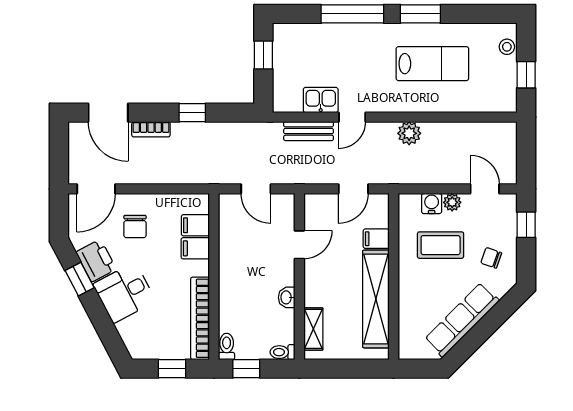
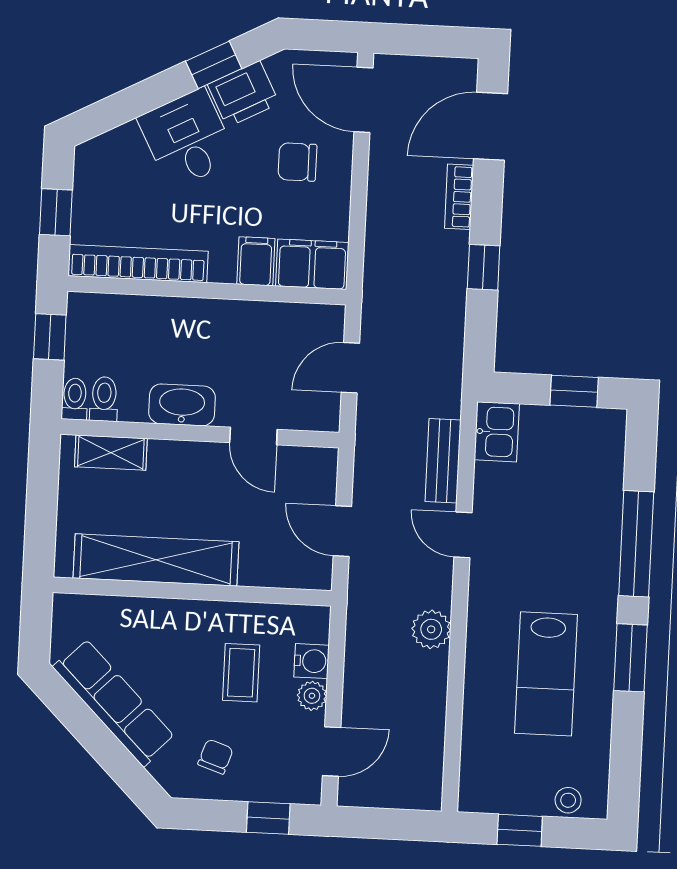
kitchen sink: (321, 100) -> (497, 432), moved
filing cabinet: (195, 225) -> (312, 264), width x2.00
filing cabinet: (376, 239) -> (257, 565), removed
coffee table: (441, 245) -> (241, 673), width x0.73, depth x0.77
washbasin: (287, 297) -> (182, 405), width x1.91, depth x1.45
toilet: (227, 346) -> (104, 399), moved, turned -90

